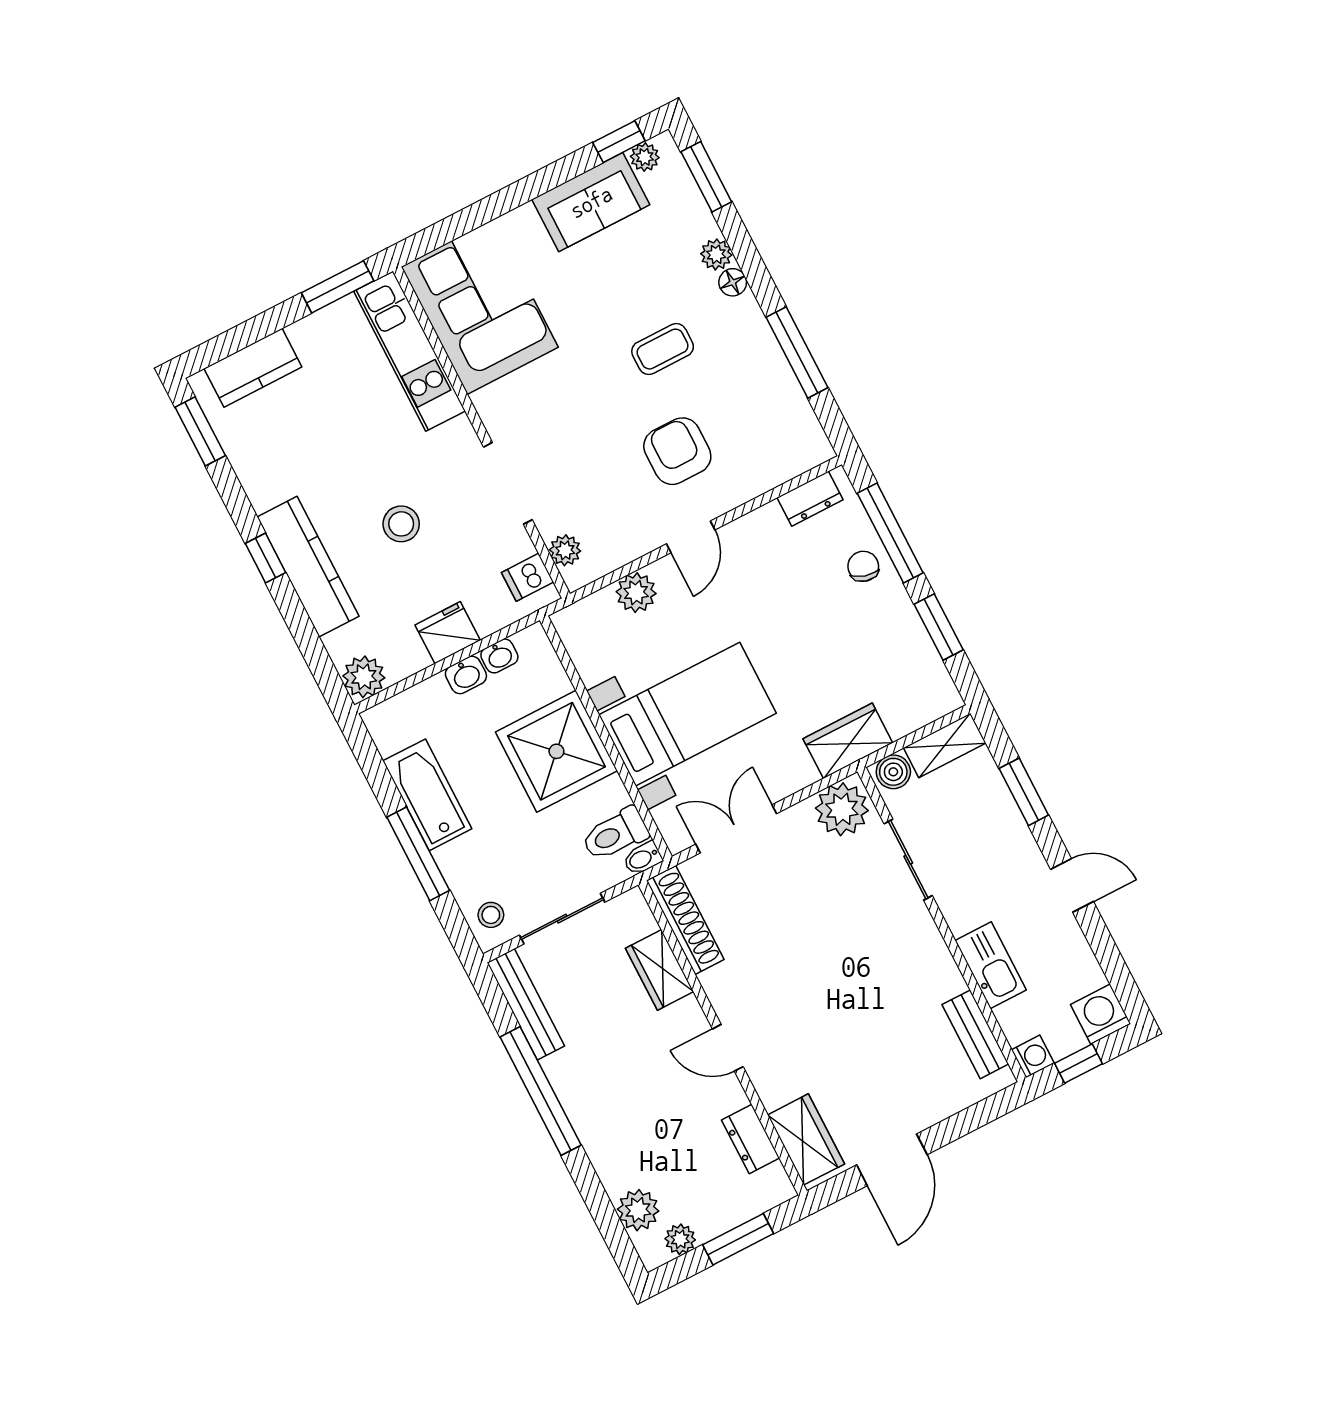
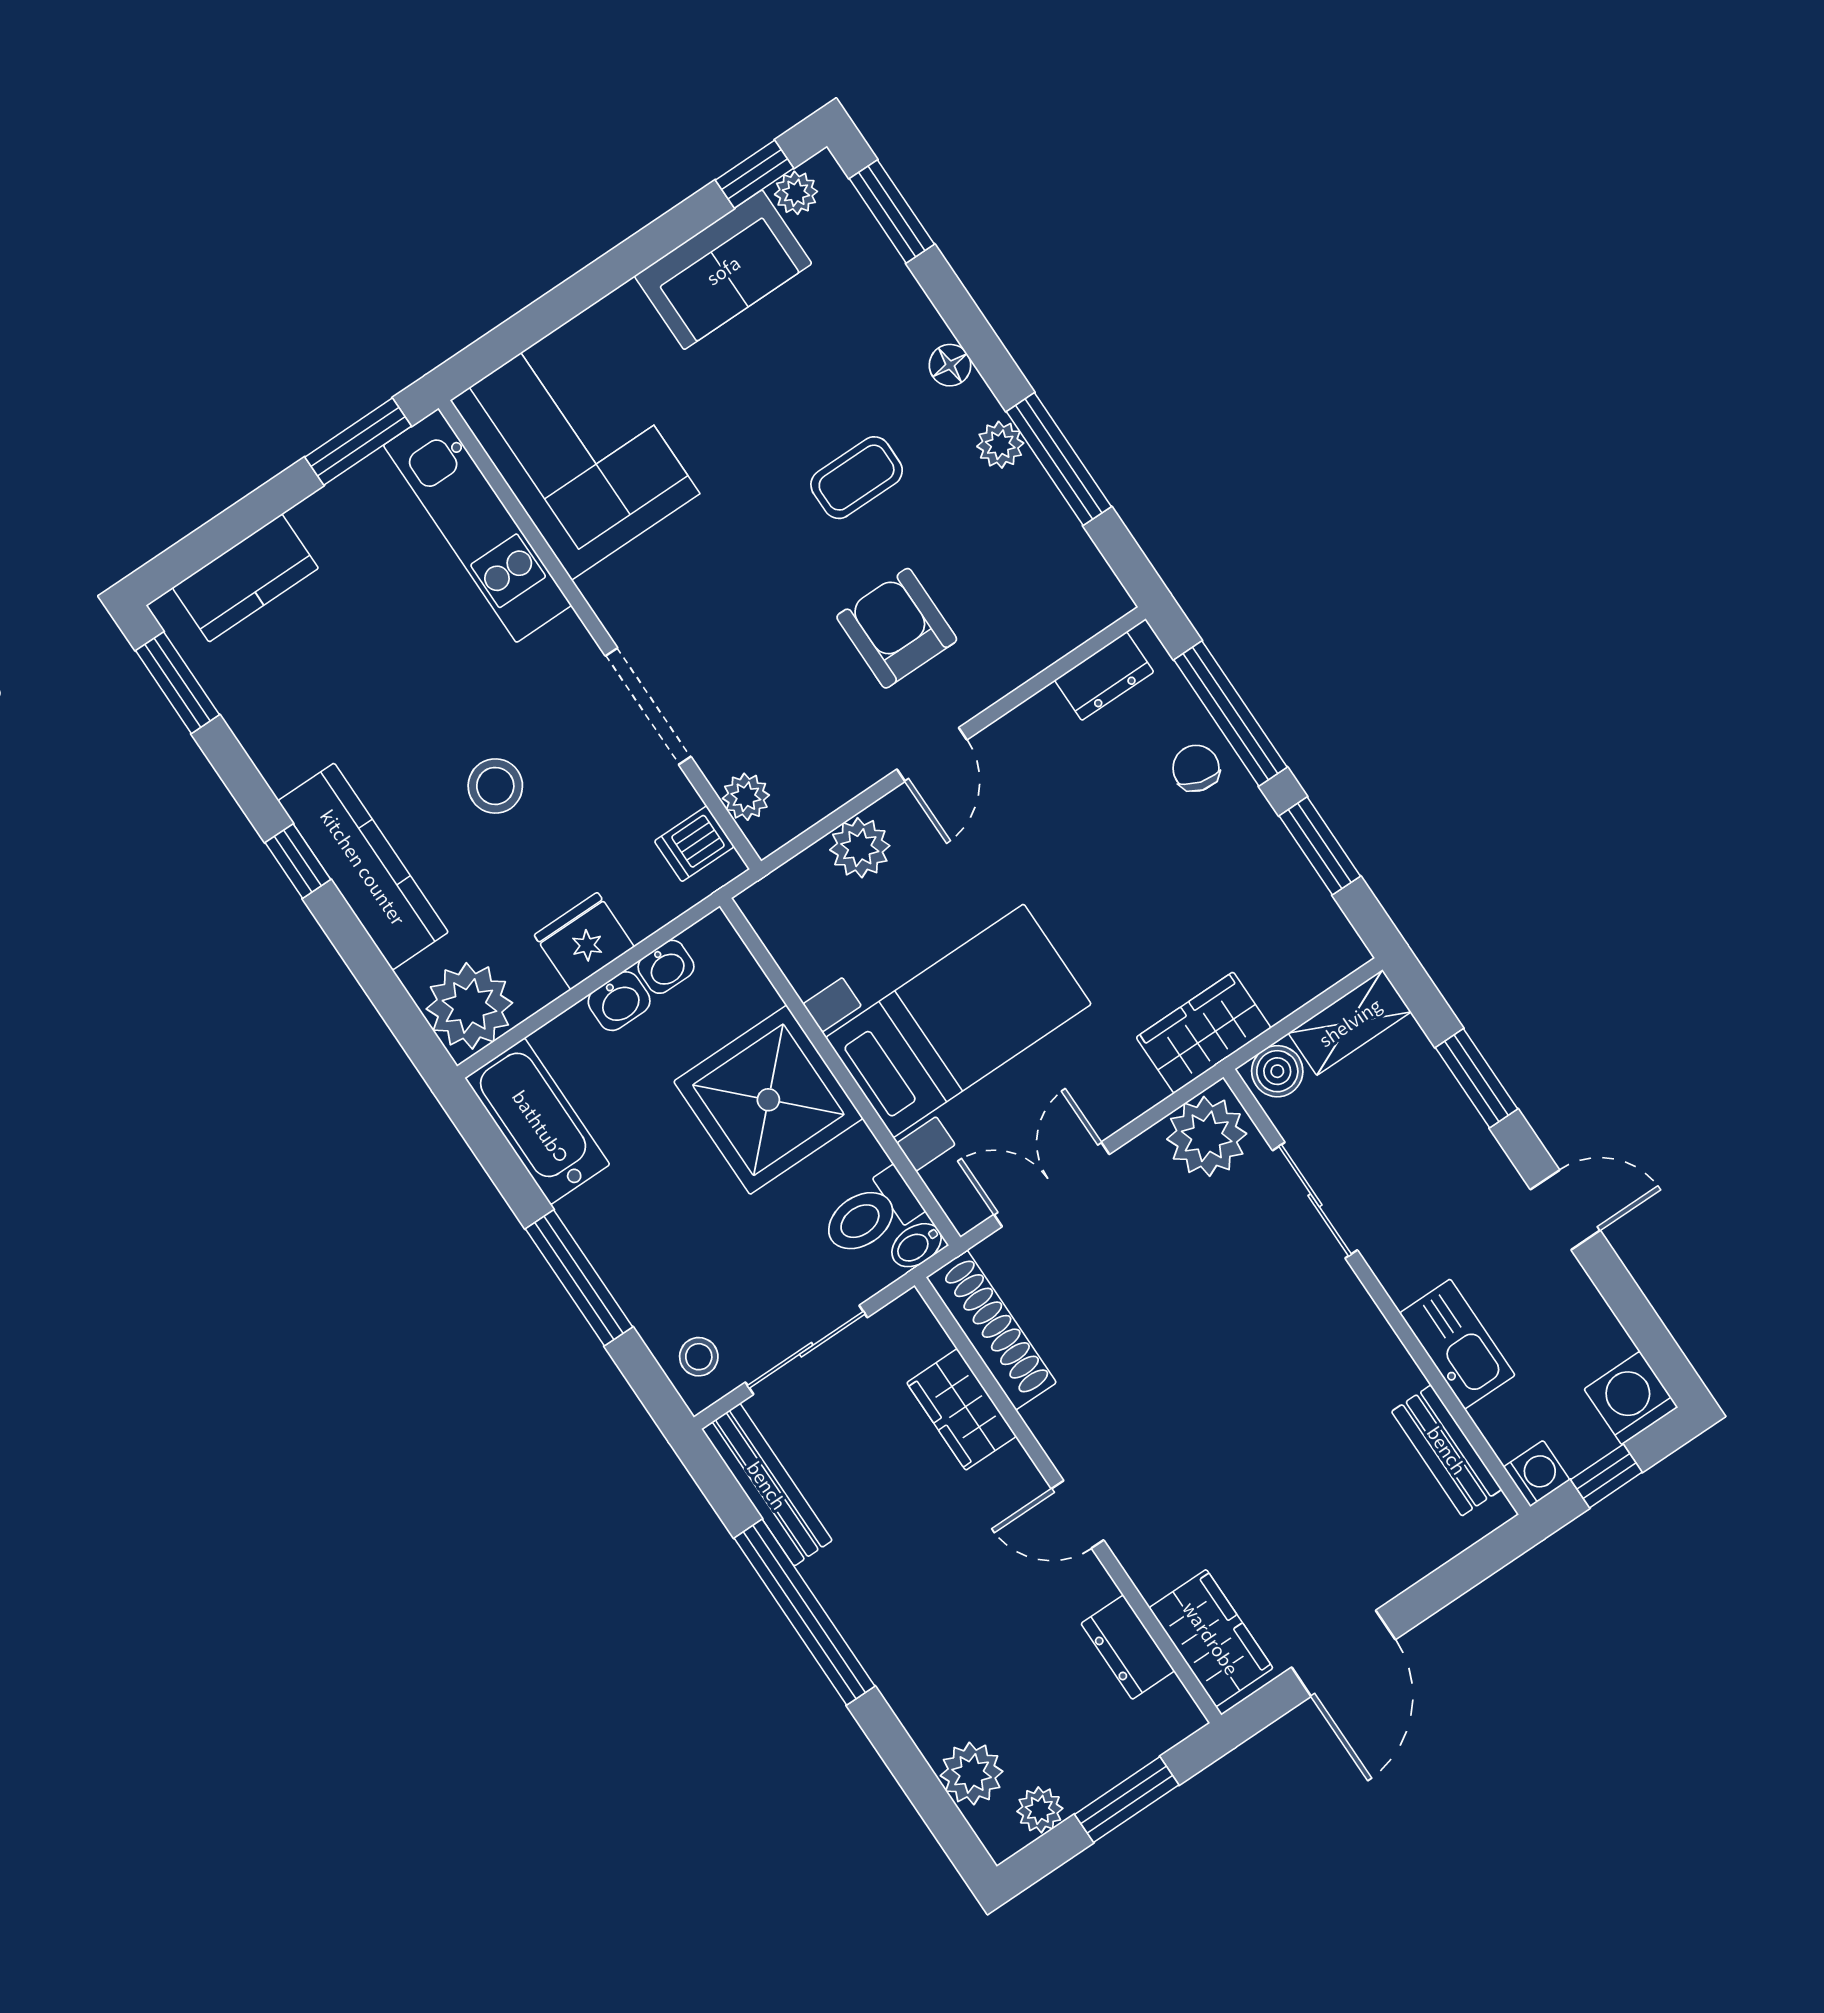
plant: (716, 254) -> (1000, 445), moved
plant: (364, 677) -> (469, 1006), width x1.36, depth x1.36
bathtub: (427, 795) -> (537, 1121), moved

